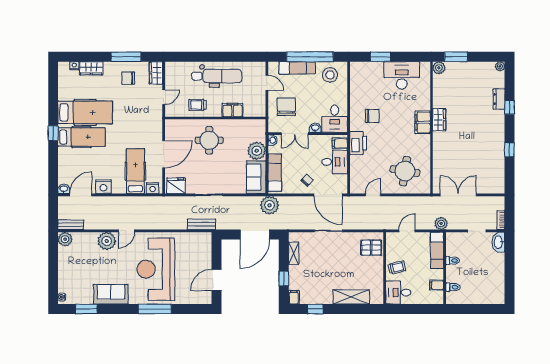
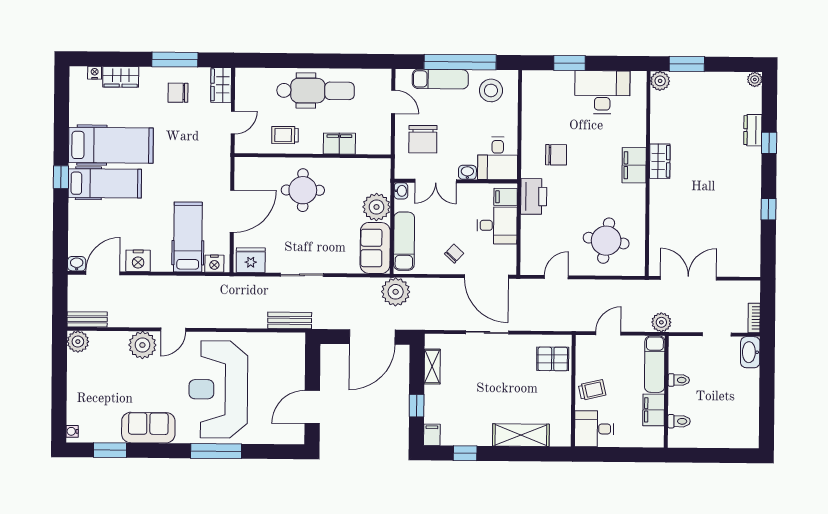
chair: (286, 107) -> (423, 139), turned 180
filing cabinet: (437, 285) -> (654, 410), width x2.00

